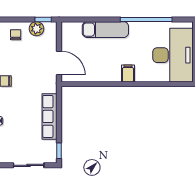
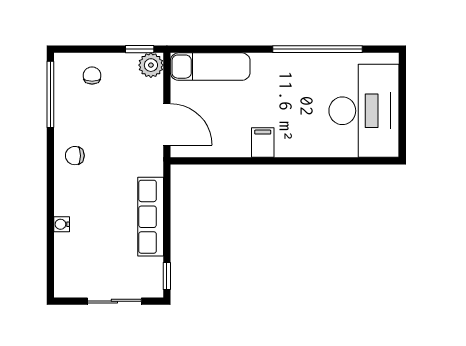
plant: (36, 29) -> (151, 65), moved
exam couch: (105, 30) -> (210, 67), moved
filing cabinet: (128, 73) -> (263, 142), moved

